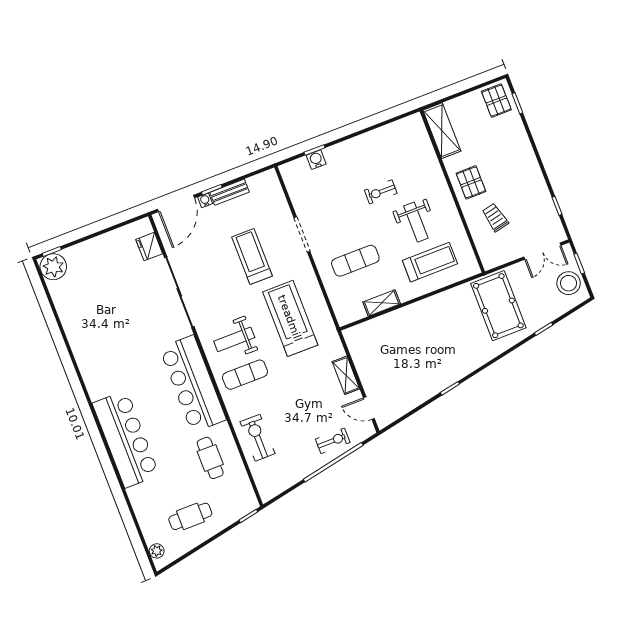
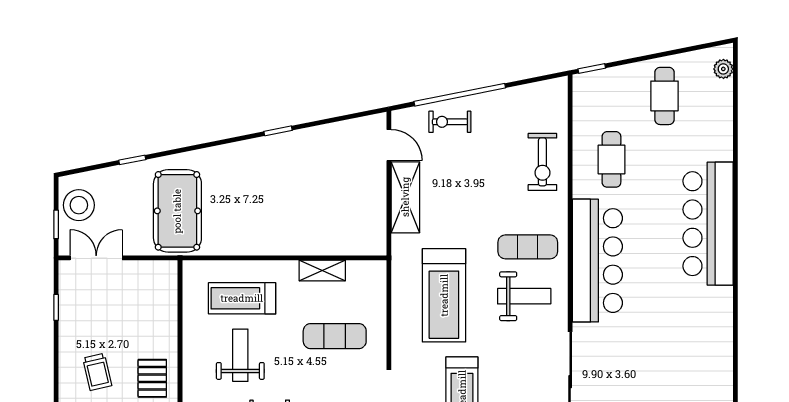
trolley: (495, 218) -> (97, 372), moved
shelving: (346, 375) -> (405, 197), width x1.50, depth x1.33
cafe table: (190, 516) -> (665, 96), turned 90

